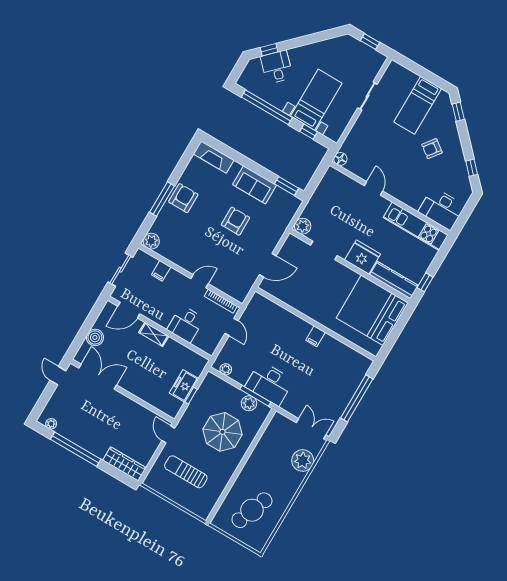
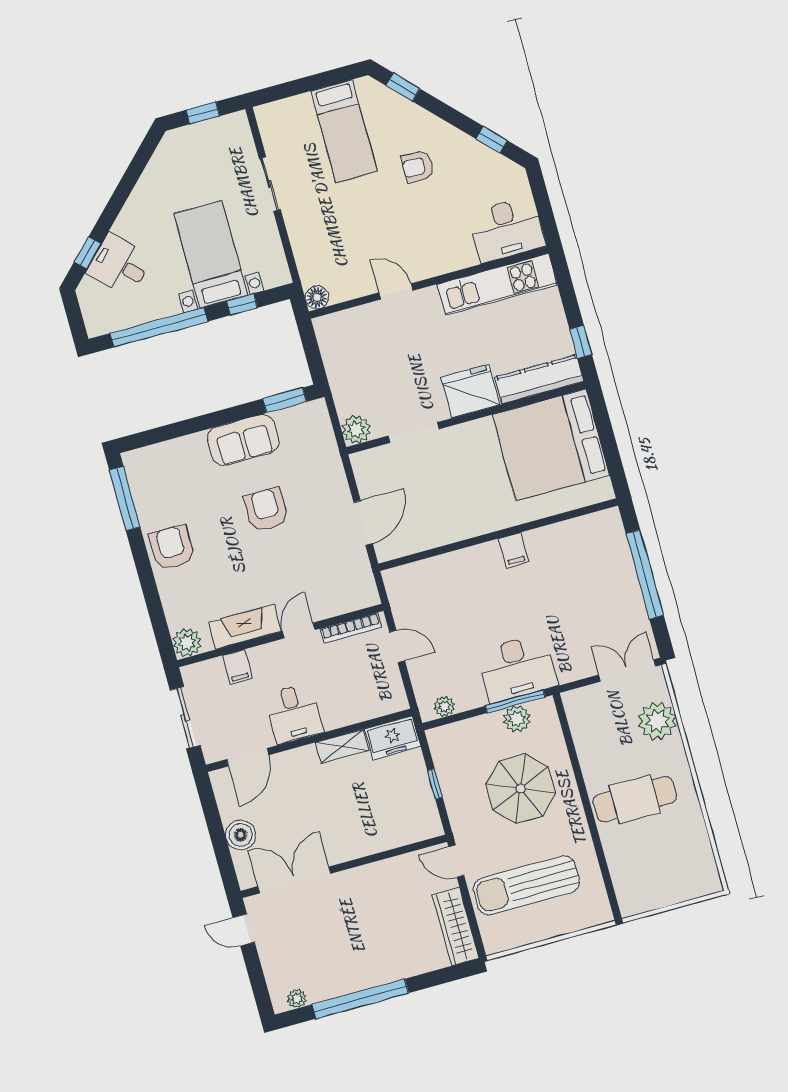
armchair: (432, 149) -> (418, 167), turned 54
fireplace: (214, 157) -> (245, 627), moved, turned 180
window: (162, 199) -> (125, 499), moved
desk: (186, 324) -> (294, 713), moved
shelving: (154, 334) -> (342, 747), moved
freezer: (184, 386) -> (393, 738), moved, turned -90
wardrobe: (124, 464) -> (456, 927), moved, turned -90
sun lounger: (186, 472) -> (526, 885), width x1.36, depth x1.34
cafe table: (252, 510) -> (635, 799), moved, turned 69

